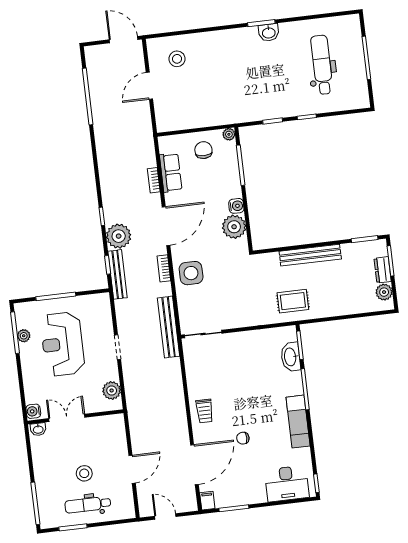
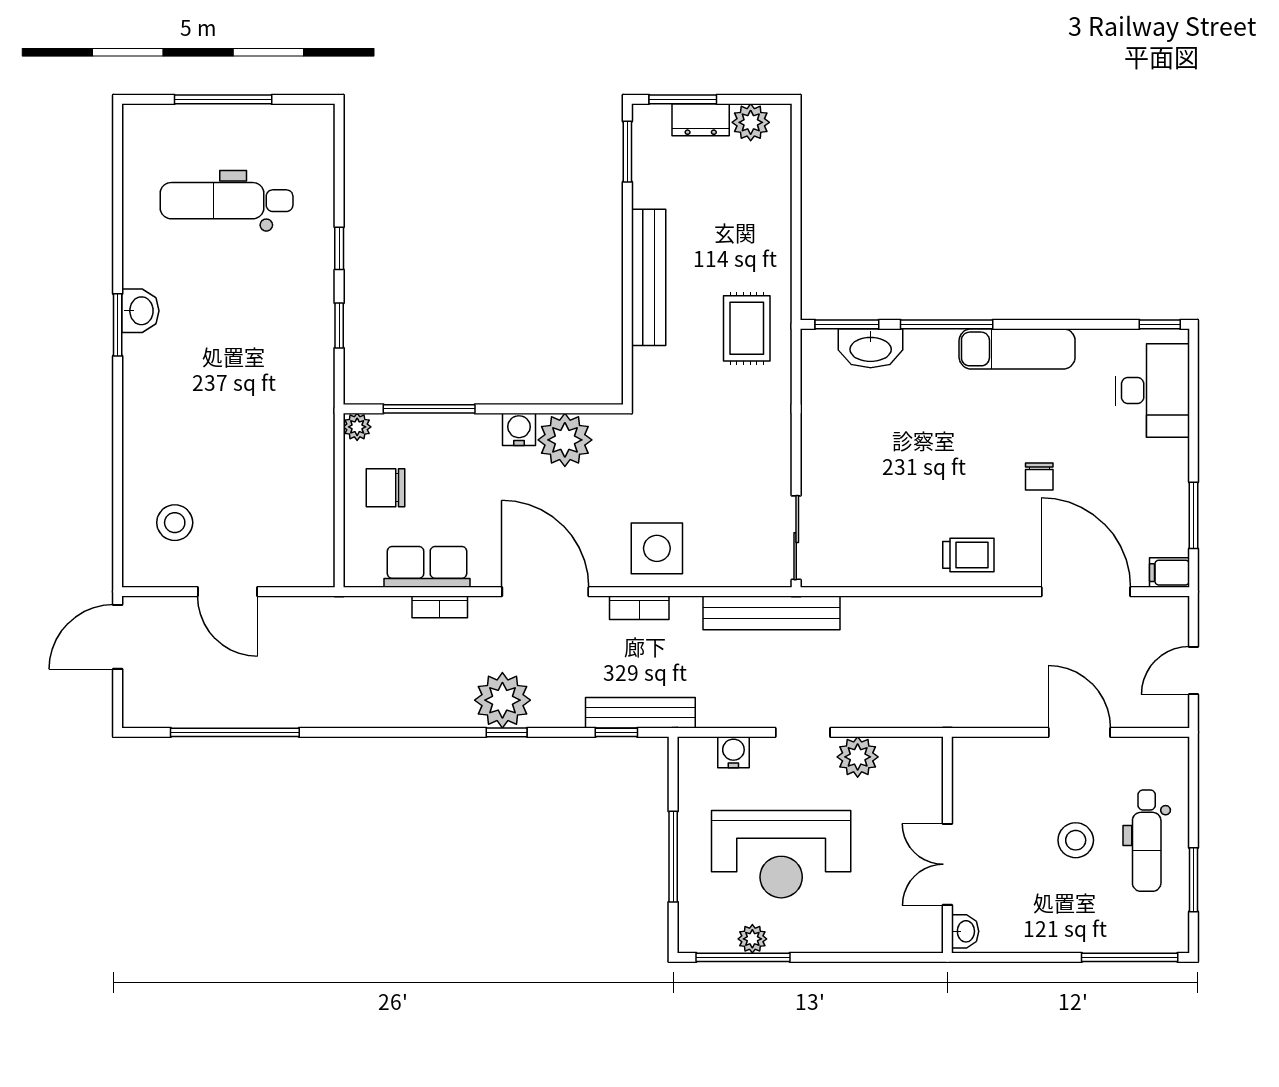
plant: (119, 236) -> (502, 700), moved
plant: (112, 390) -> (858, 757), moved
water cooler: (33, 411) -> (733, 752), moved, turned 180

